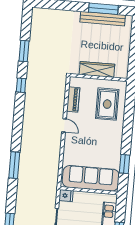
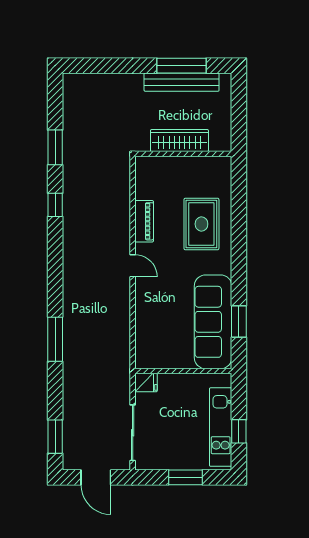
wardrobe: (97, 69) -> (179, 141), moved
wall: (99, 78) -> (183, 154), moved
sofa: (91, 178) -> (213, 322), moved, turned -90

